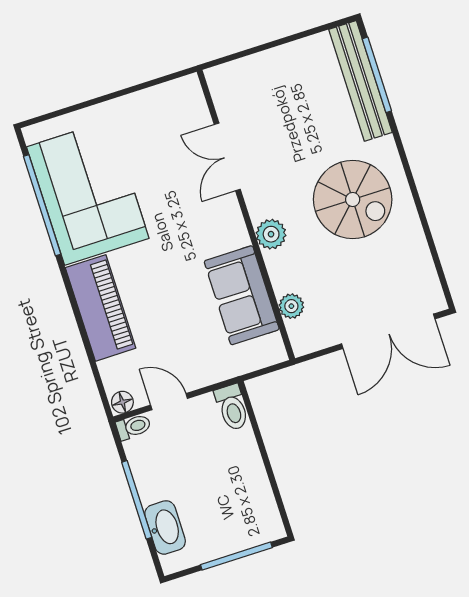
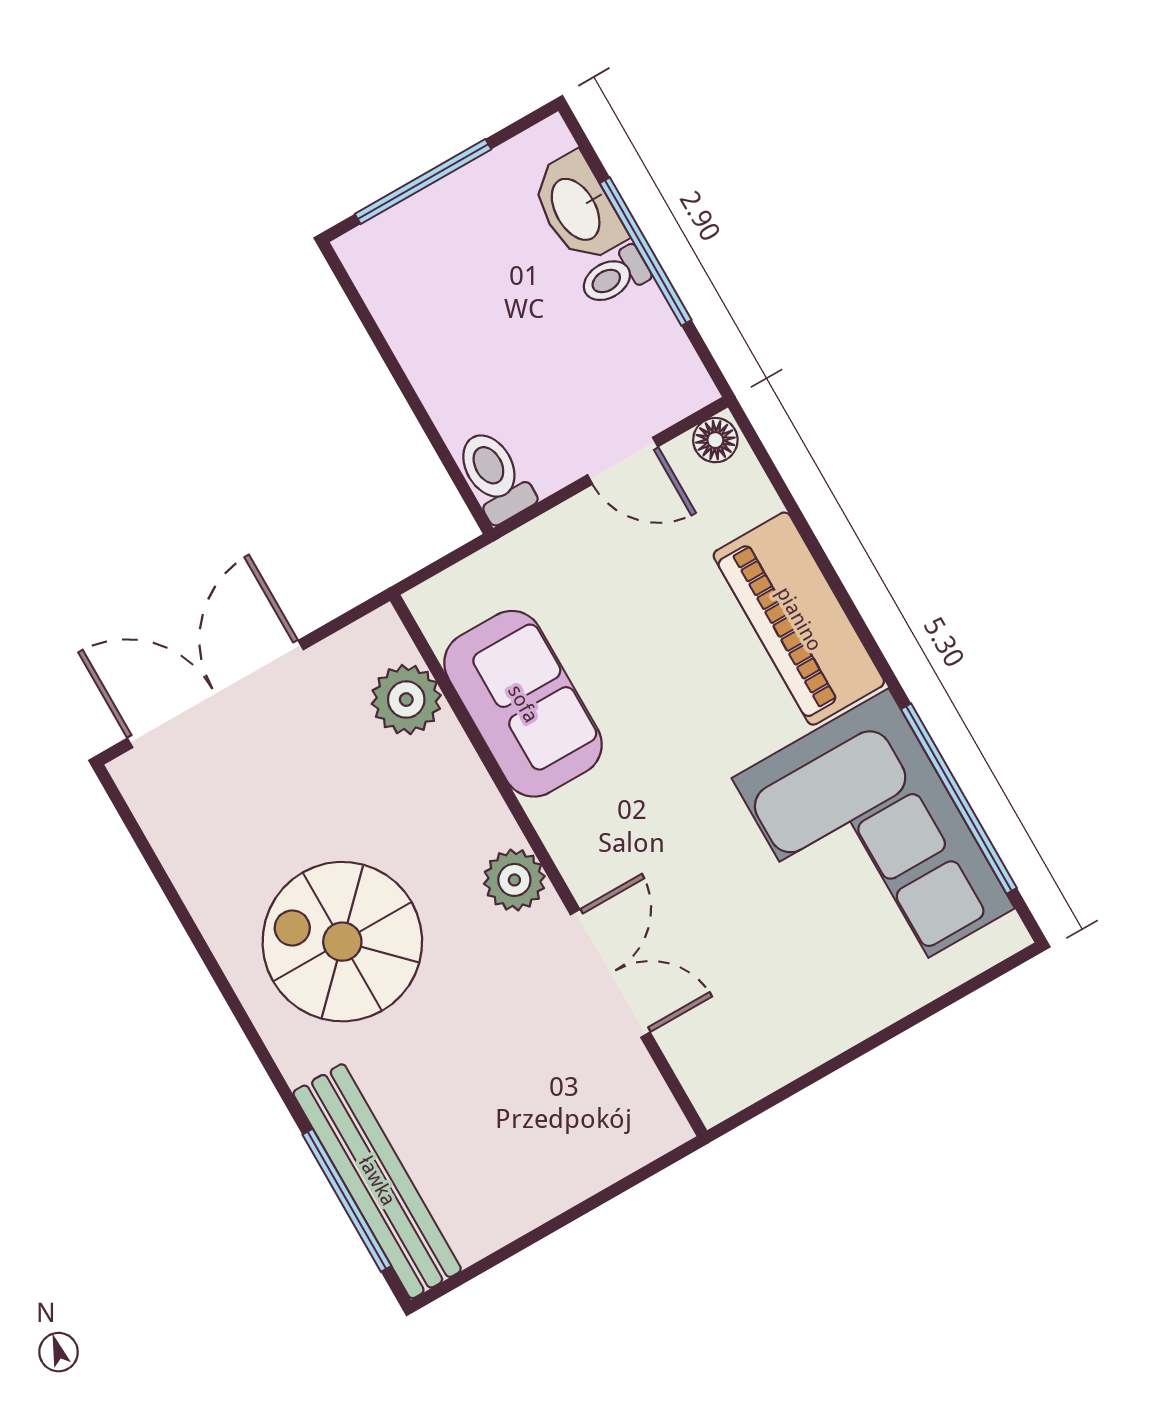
plant: (271, 234) -> (514, 880), moved
plant: (291, 306) -> (406, 700), width x1.38, depth x1.38
toilet: (134, 427) -> (614, 276), moved

